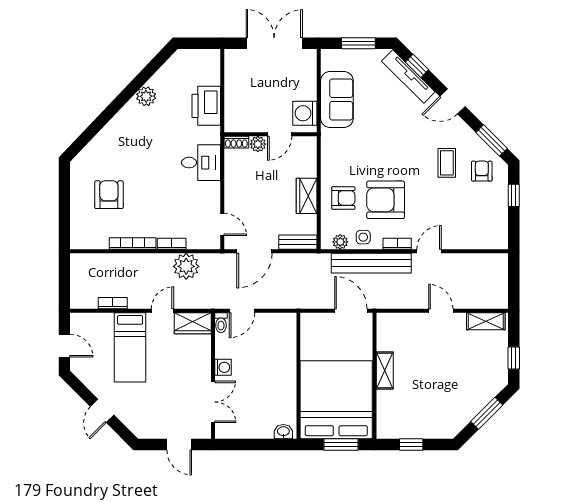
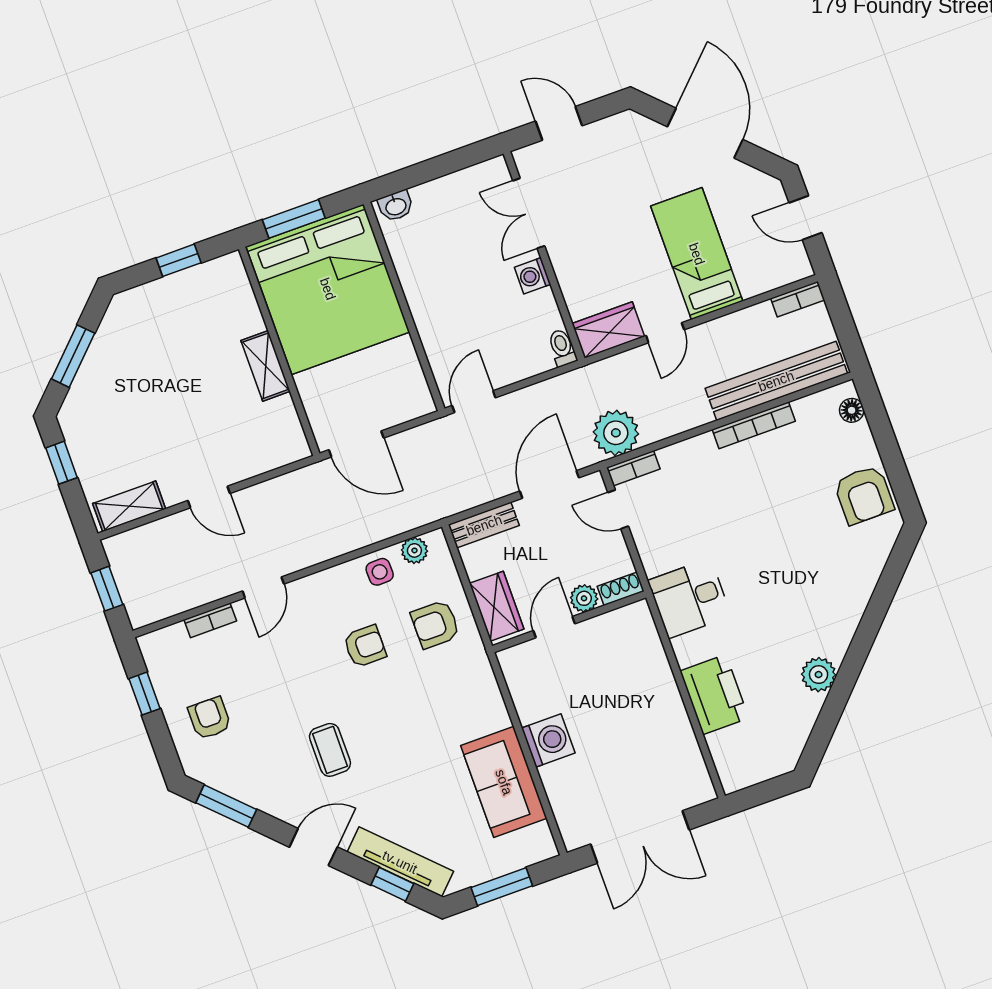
wall: (271, 134) -> (569, 622), moved
door: (280, 134) -> (554, 627), moved
shoe rack: (236, 142) -> (621, 589), moved
plant: (258, 144) -> (584, 598), moved
coffee table: (447, 163) -> (330, 750), moved
armchair: (482, 171) -> (210, 718), moved, turned 180
armchair: (109, 195) -> (864, 495), moved
window: (514, 195) -> (145, 694), moved
armchair: (386, 200) -> (365, 646), width x0.53, depth x0.53
floor lamp: (77, 233) -> (852, 410), added
bookcase: (172, 244) -> (633, 468), moved
bookcase: (397, 244) -> (210, 620), moved
bench: (371, 263) -> (776, 381), moved
plant: (186, 266) -> (616, 433), moved
window: (514, 281) -> (107, 589), added
bookcase: (113, 303) -> (798, 299), moved
door: (242, 311) -> (474, 402), moved
door: (102, 411) -> (705, 133), width x1.88

